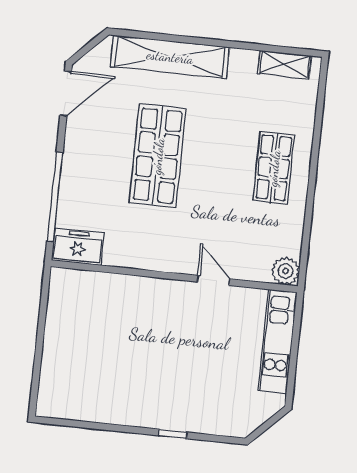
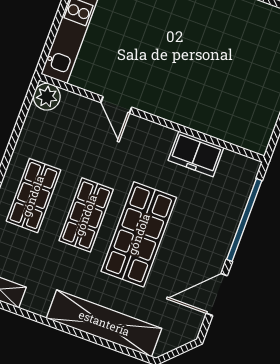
door: (66, 93) -> (217, 294), moved
shop shelf: (216, 162) -> (86, 215), added
freezer: (78, 247) -> (196, 154), moved

